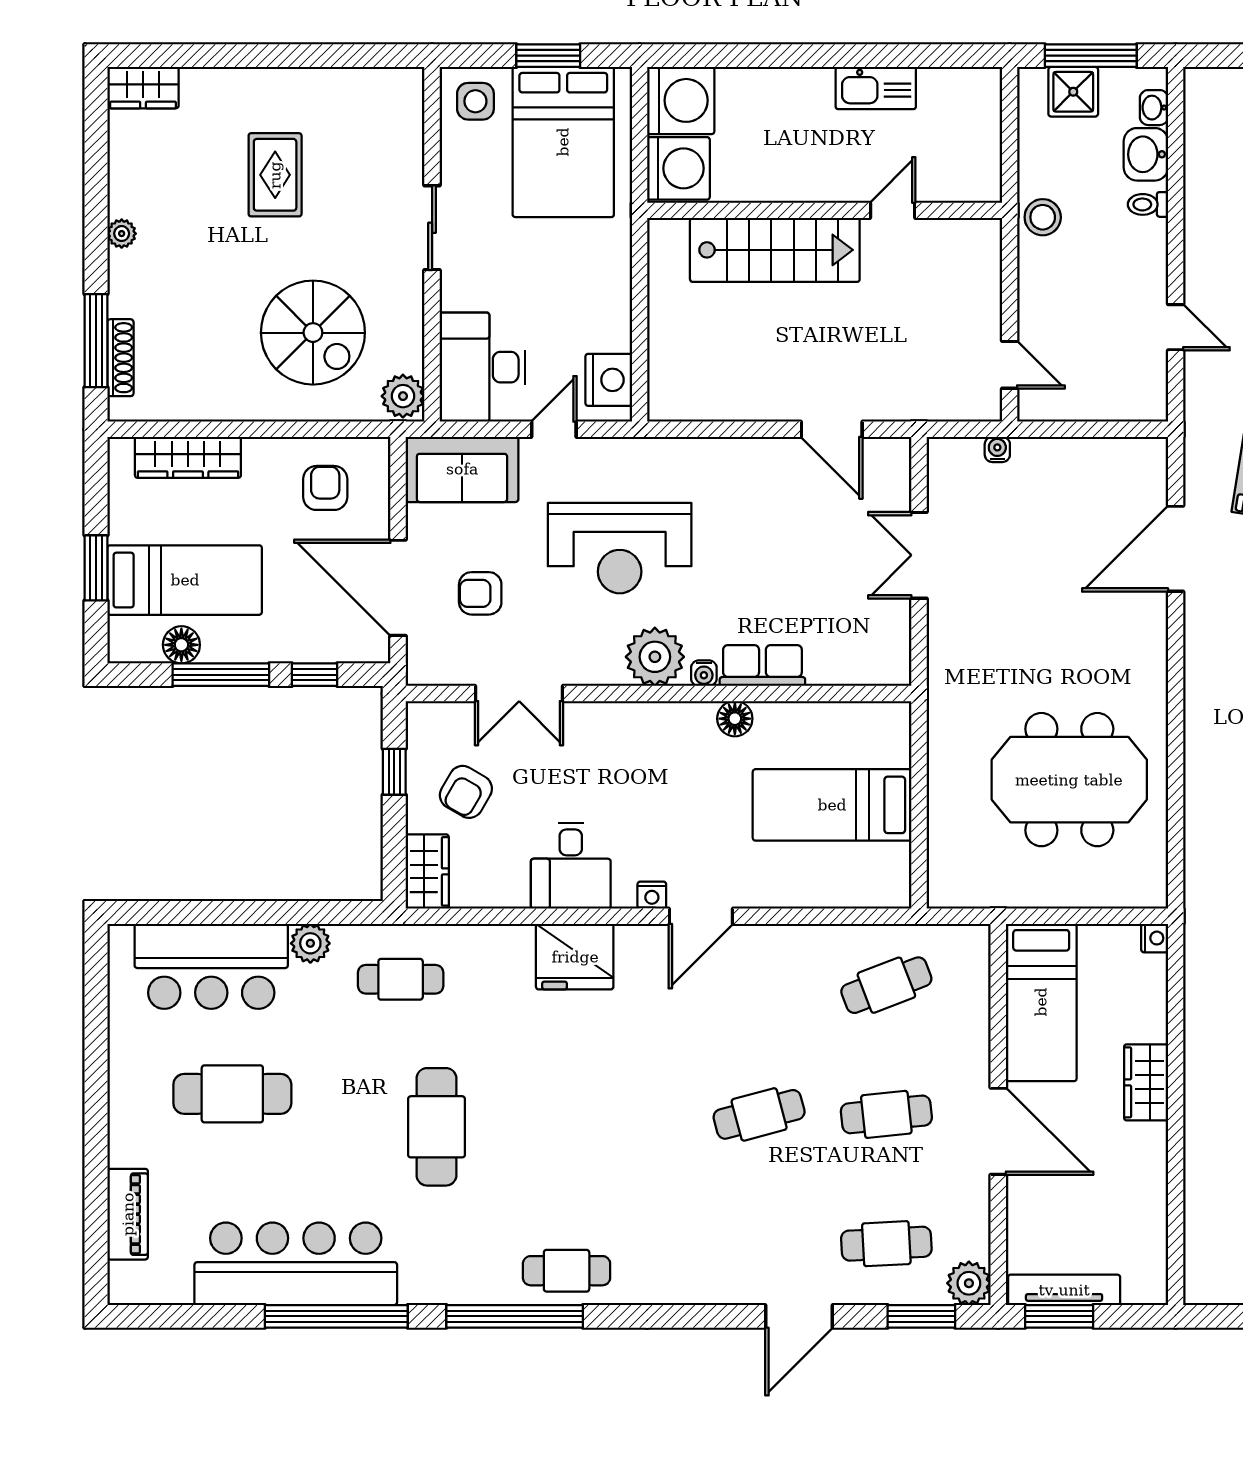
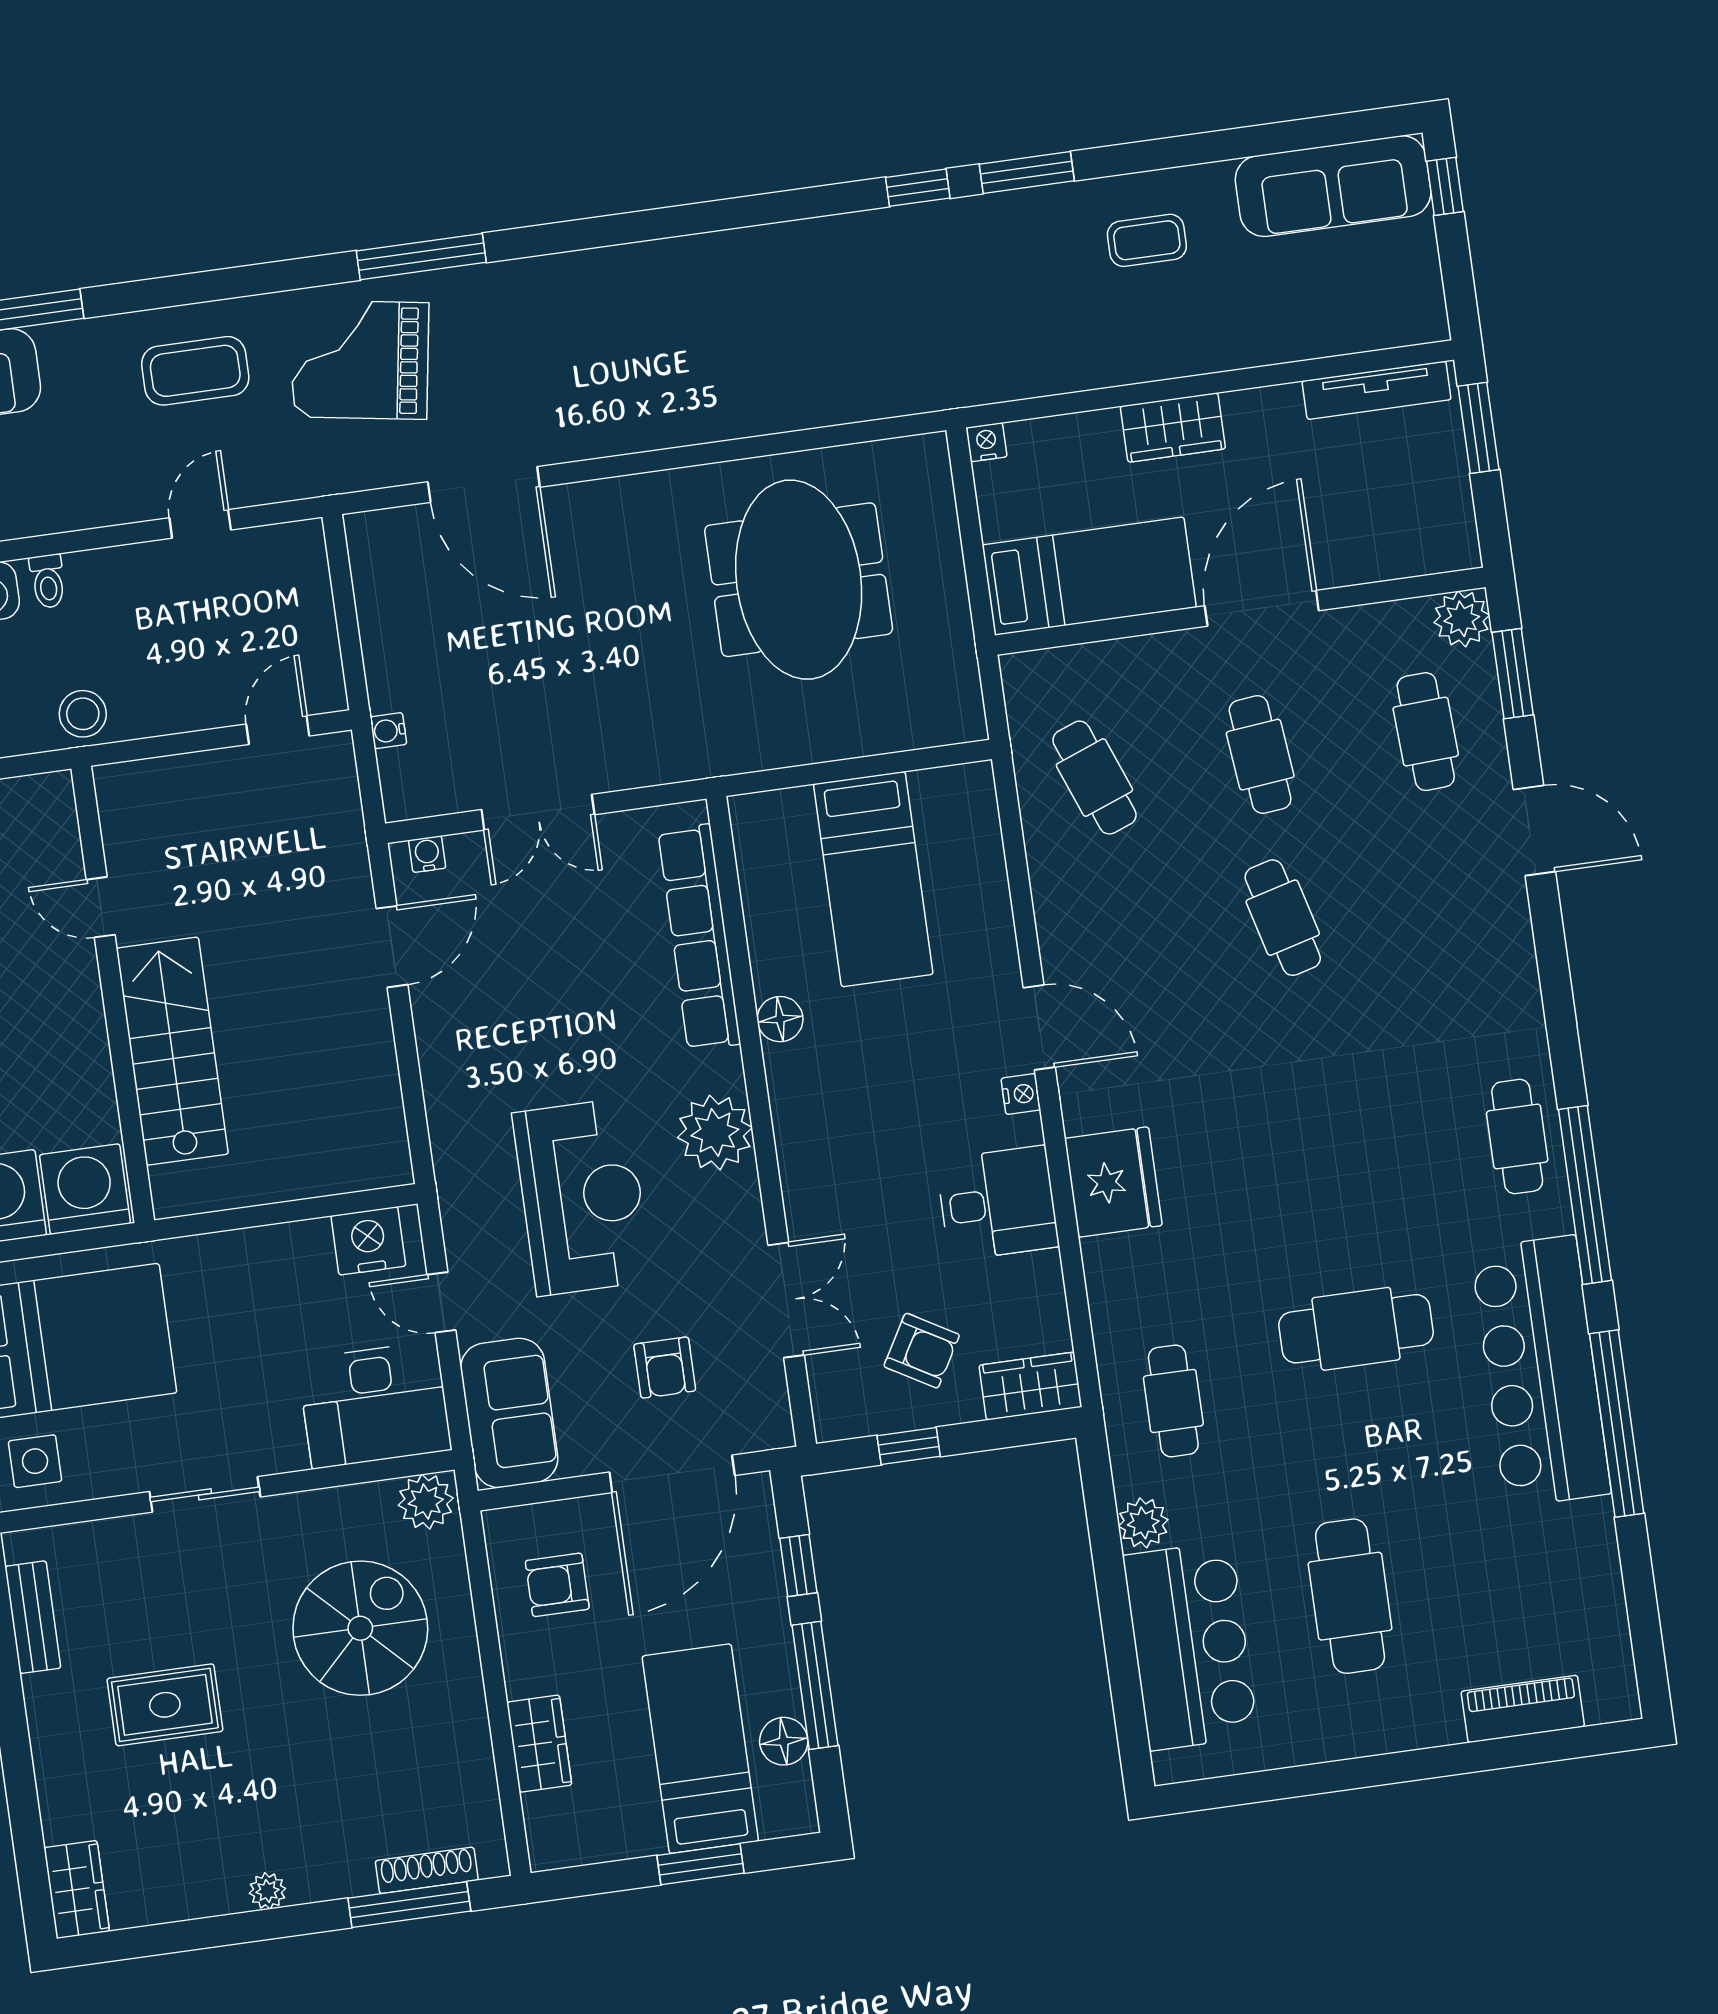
bench: (356, 83) -> (33, 1617), added
wardrobe: (188, 457) -> (539, 1744), width x0.67
row of seats: (762, 666) -> (699, 937), width x2.02
water cooler: (704, 673) -> (427, 854), moved, turned -90
bar counter: (296, 1264) -> (1541, 1371), moved
tv unit: (1064, 1290) -> (1377, 390), moved, turned -90
window: (1059, 1316) -> (1479, 428), moved

